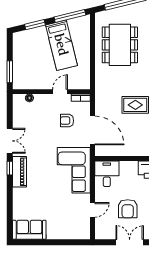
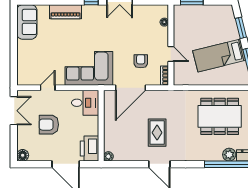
piano: (20, 172) -> (65, 12), moved
door: (92, 210) -> (48, 88), swing flipped
double door: (130, 242) -> (14, 111), moved

